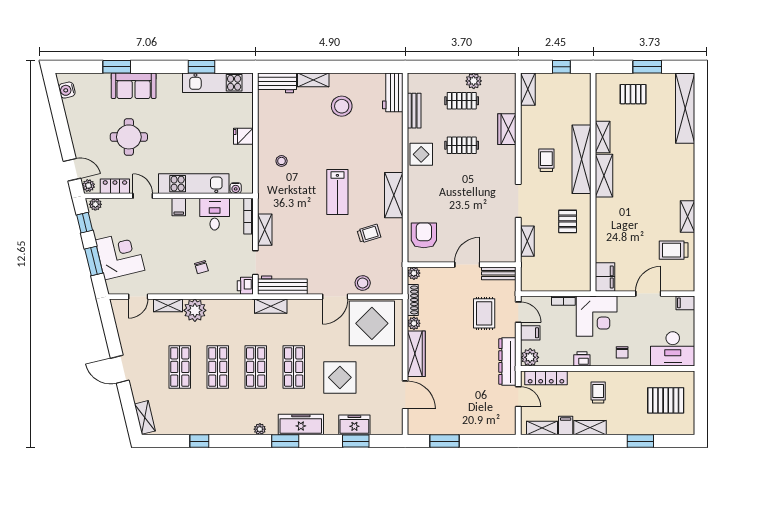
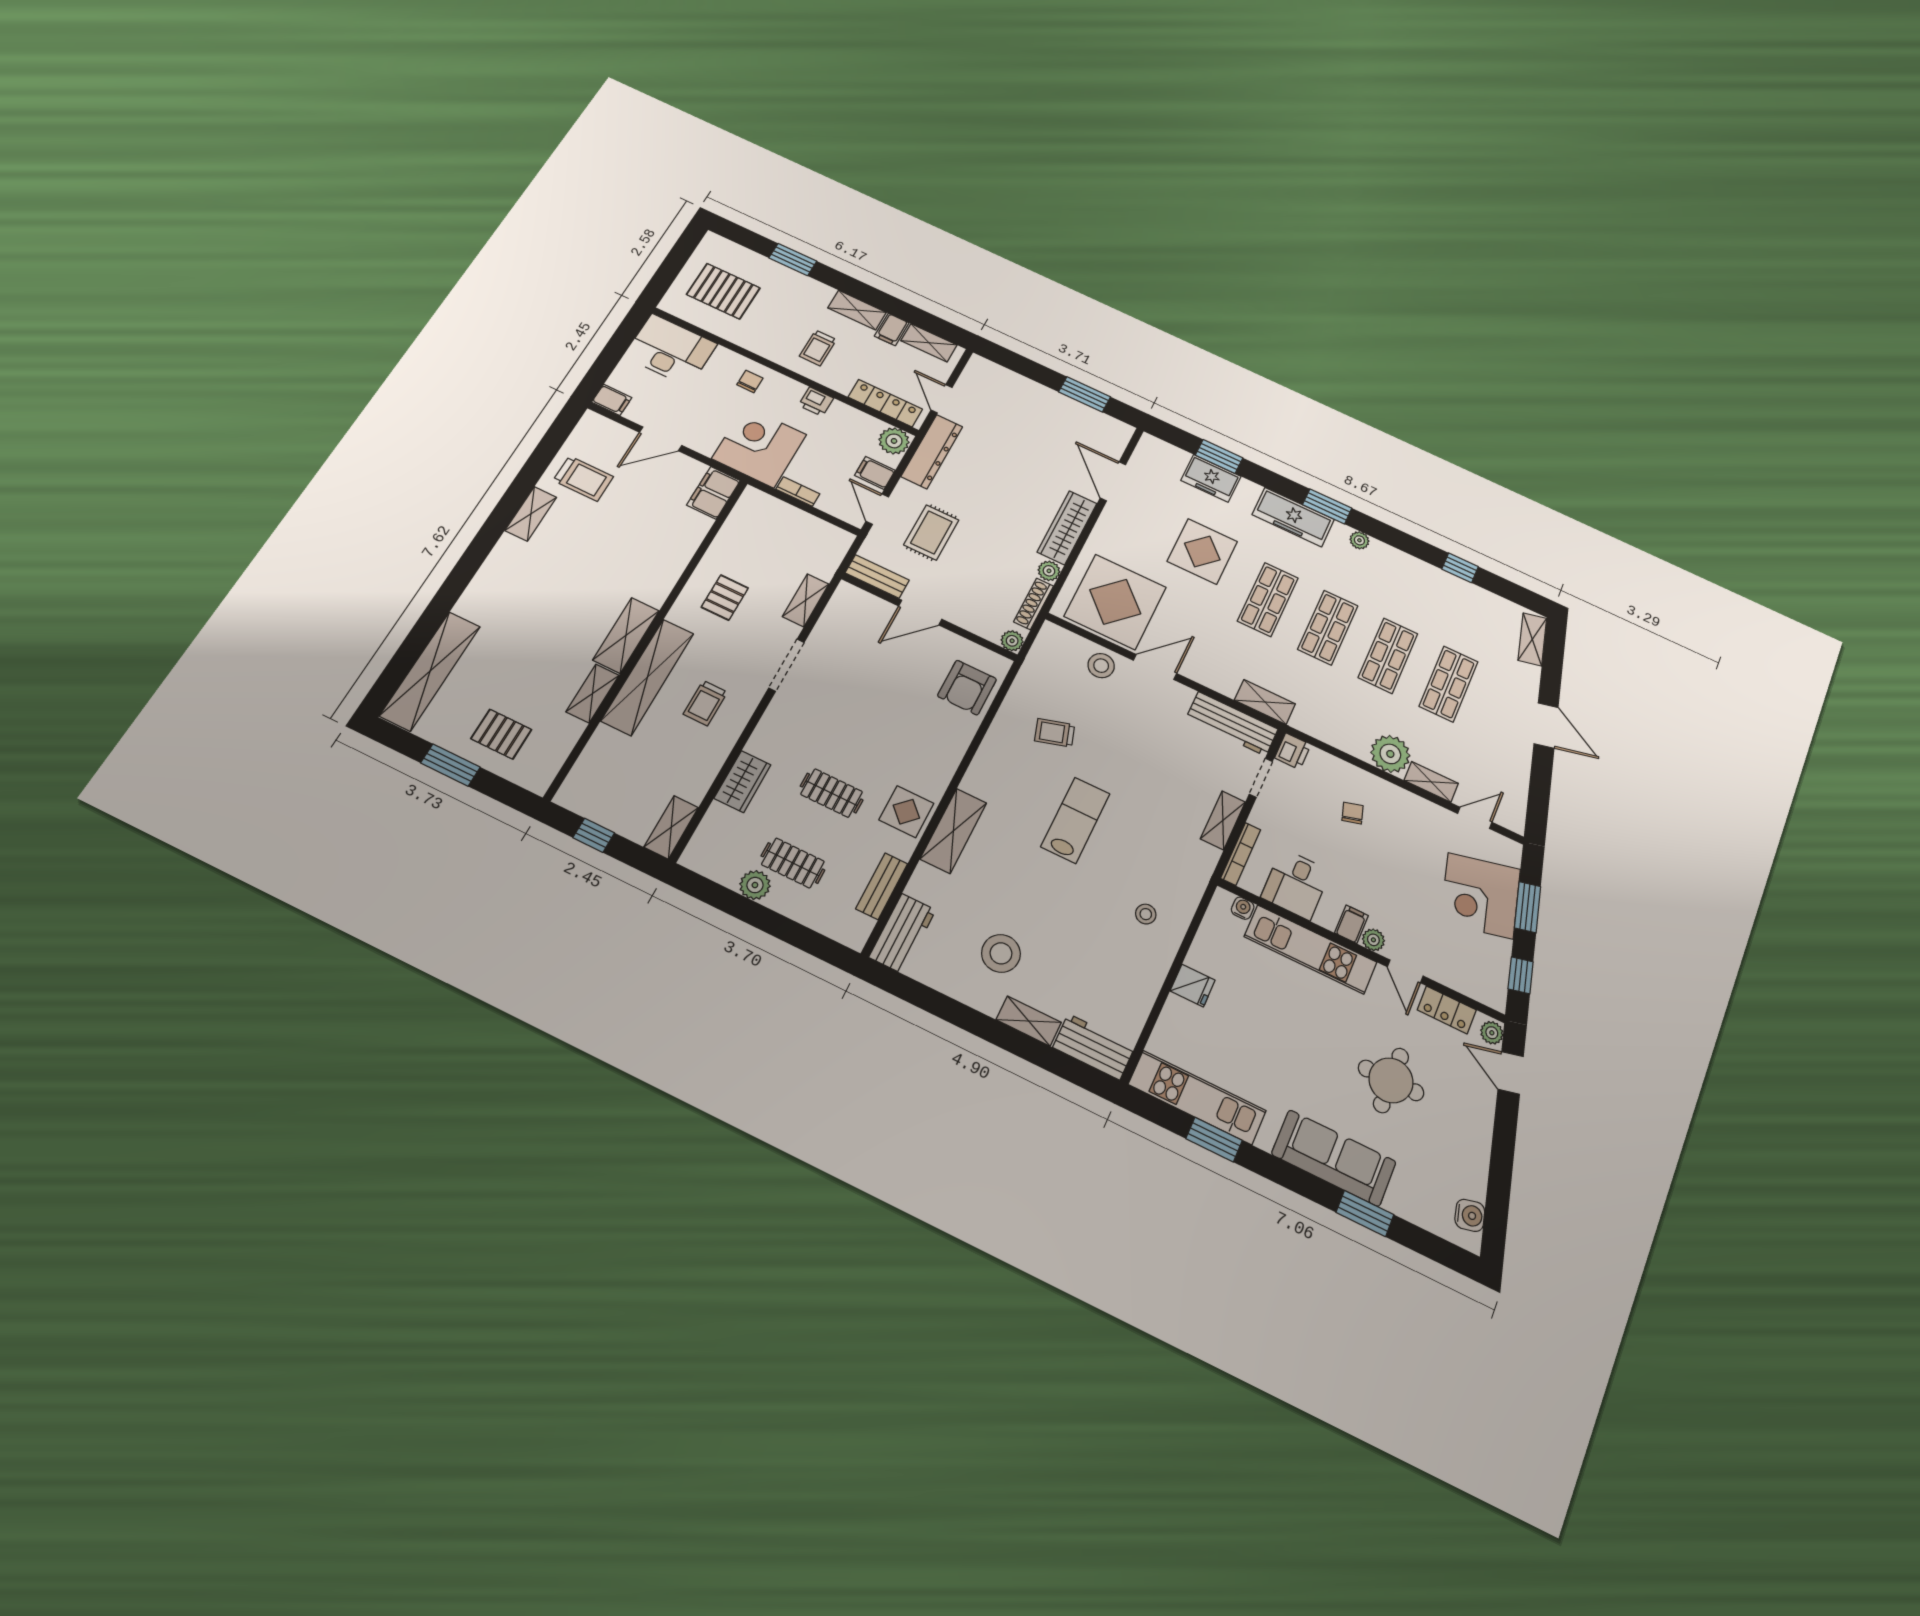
sofa: (134, 86) -> (1334, 1158), width x1.36
shelving: (394, 195) -> (953, 831), moved
plant: (95, 204) -> (1373, 940), moved

